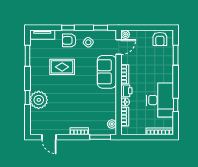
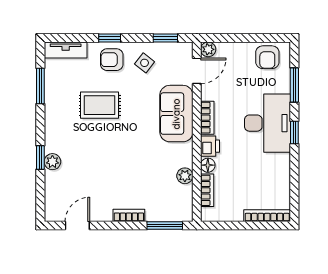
plant: (39, 100) -> (52, 162), width x0.53, depth x0.53
desk: (160, 100) -> (268, 123), moved
window: (176, 105) -> (294, 132), moved
plant: (112, 124) -> (185, 176), moved
door: (49, 137) -> (77, 225), swing flipped

